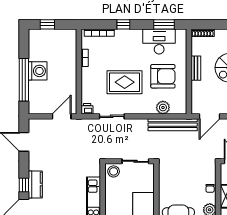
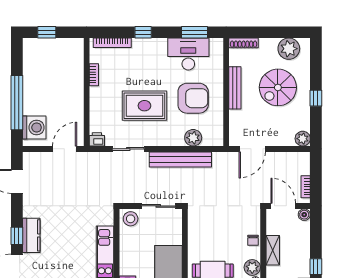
bench: (196, 68) -> (235, 88), width x1.36
washing machine: (38, 71) -> (34, 127), moved
bench: (173, 125) -> (180, 160), moved

